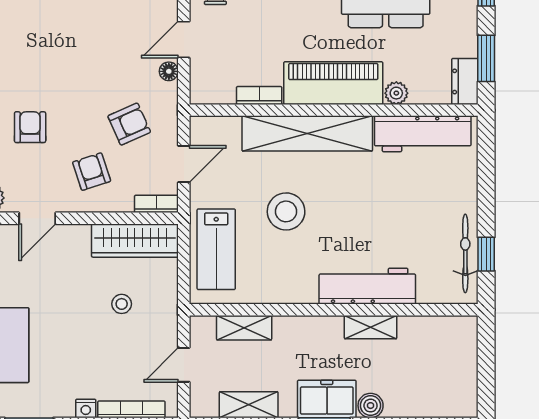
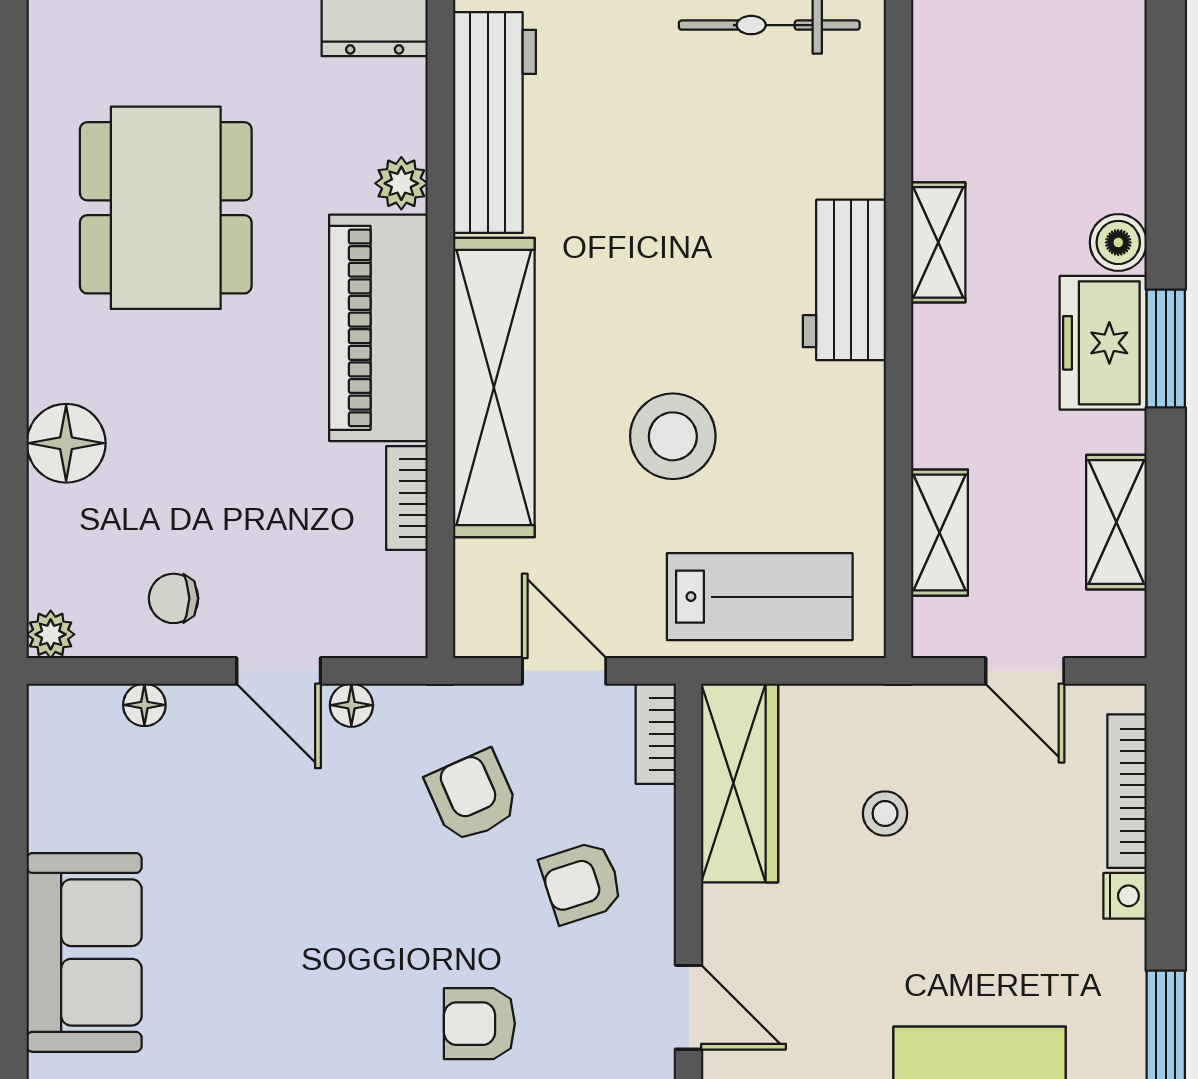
workbench: (367, 286) -> (844, 280), width x0.73

